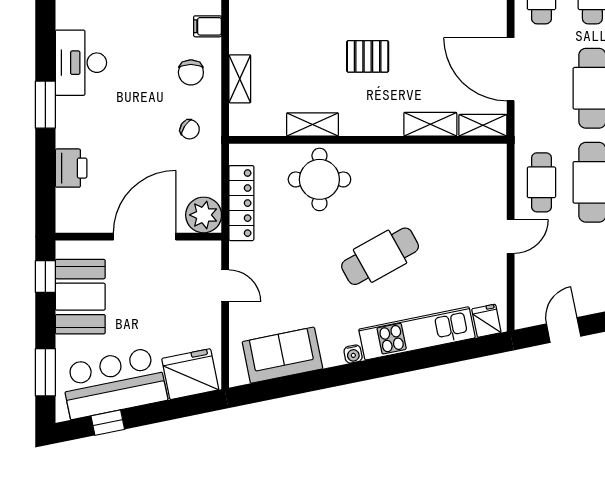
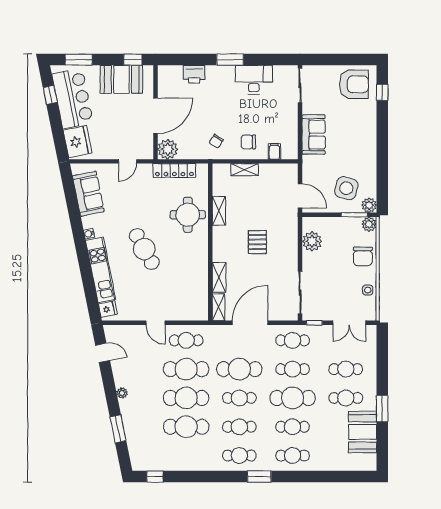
door: (145, 237) -> (155, 116), hinge flipped

